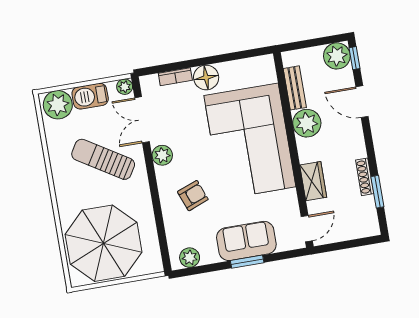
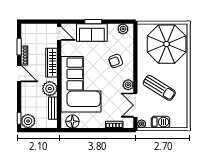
floor lamp: (206, 77) -> (72, 121), moved
door: (362, 102) -> (19, 74), moved
plant: (58, 105) -> (178, 120), removed
double door: (142, 120) -> (135, 105), swing flipped
wardrobe: (313, 181) -> (52, 63), width x1.50
door: (307, 229) -> (59, 34), swing flipped

